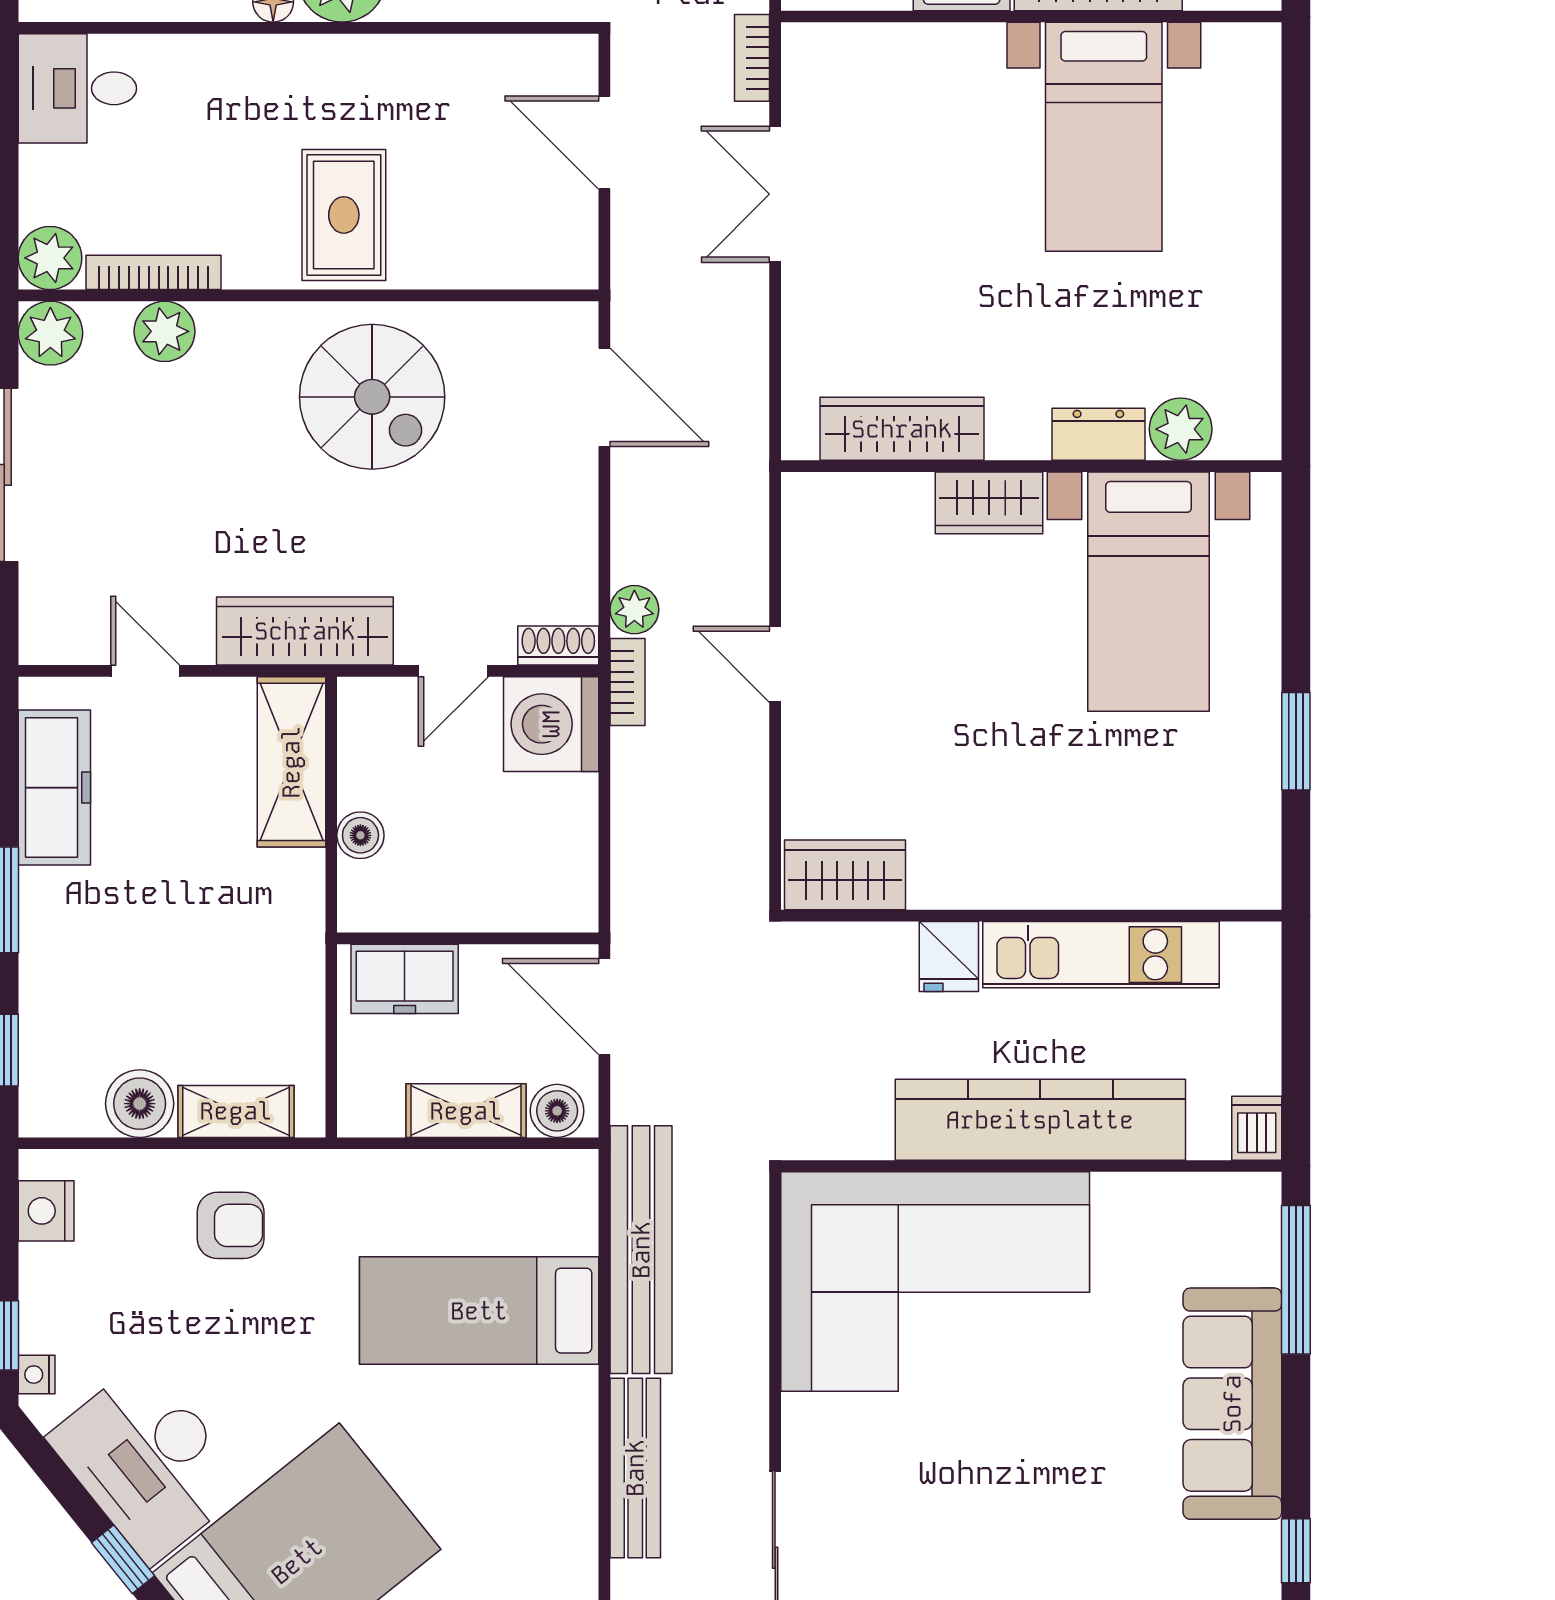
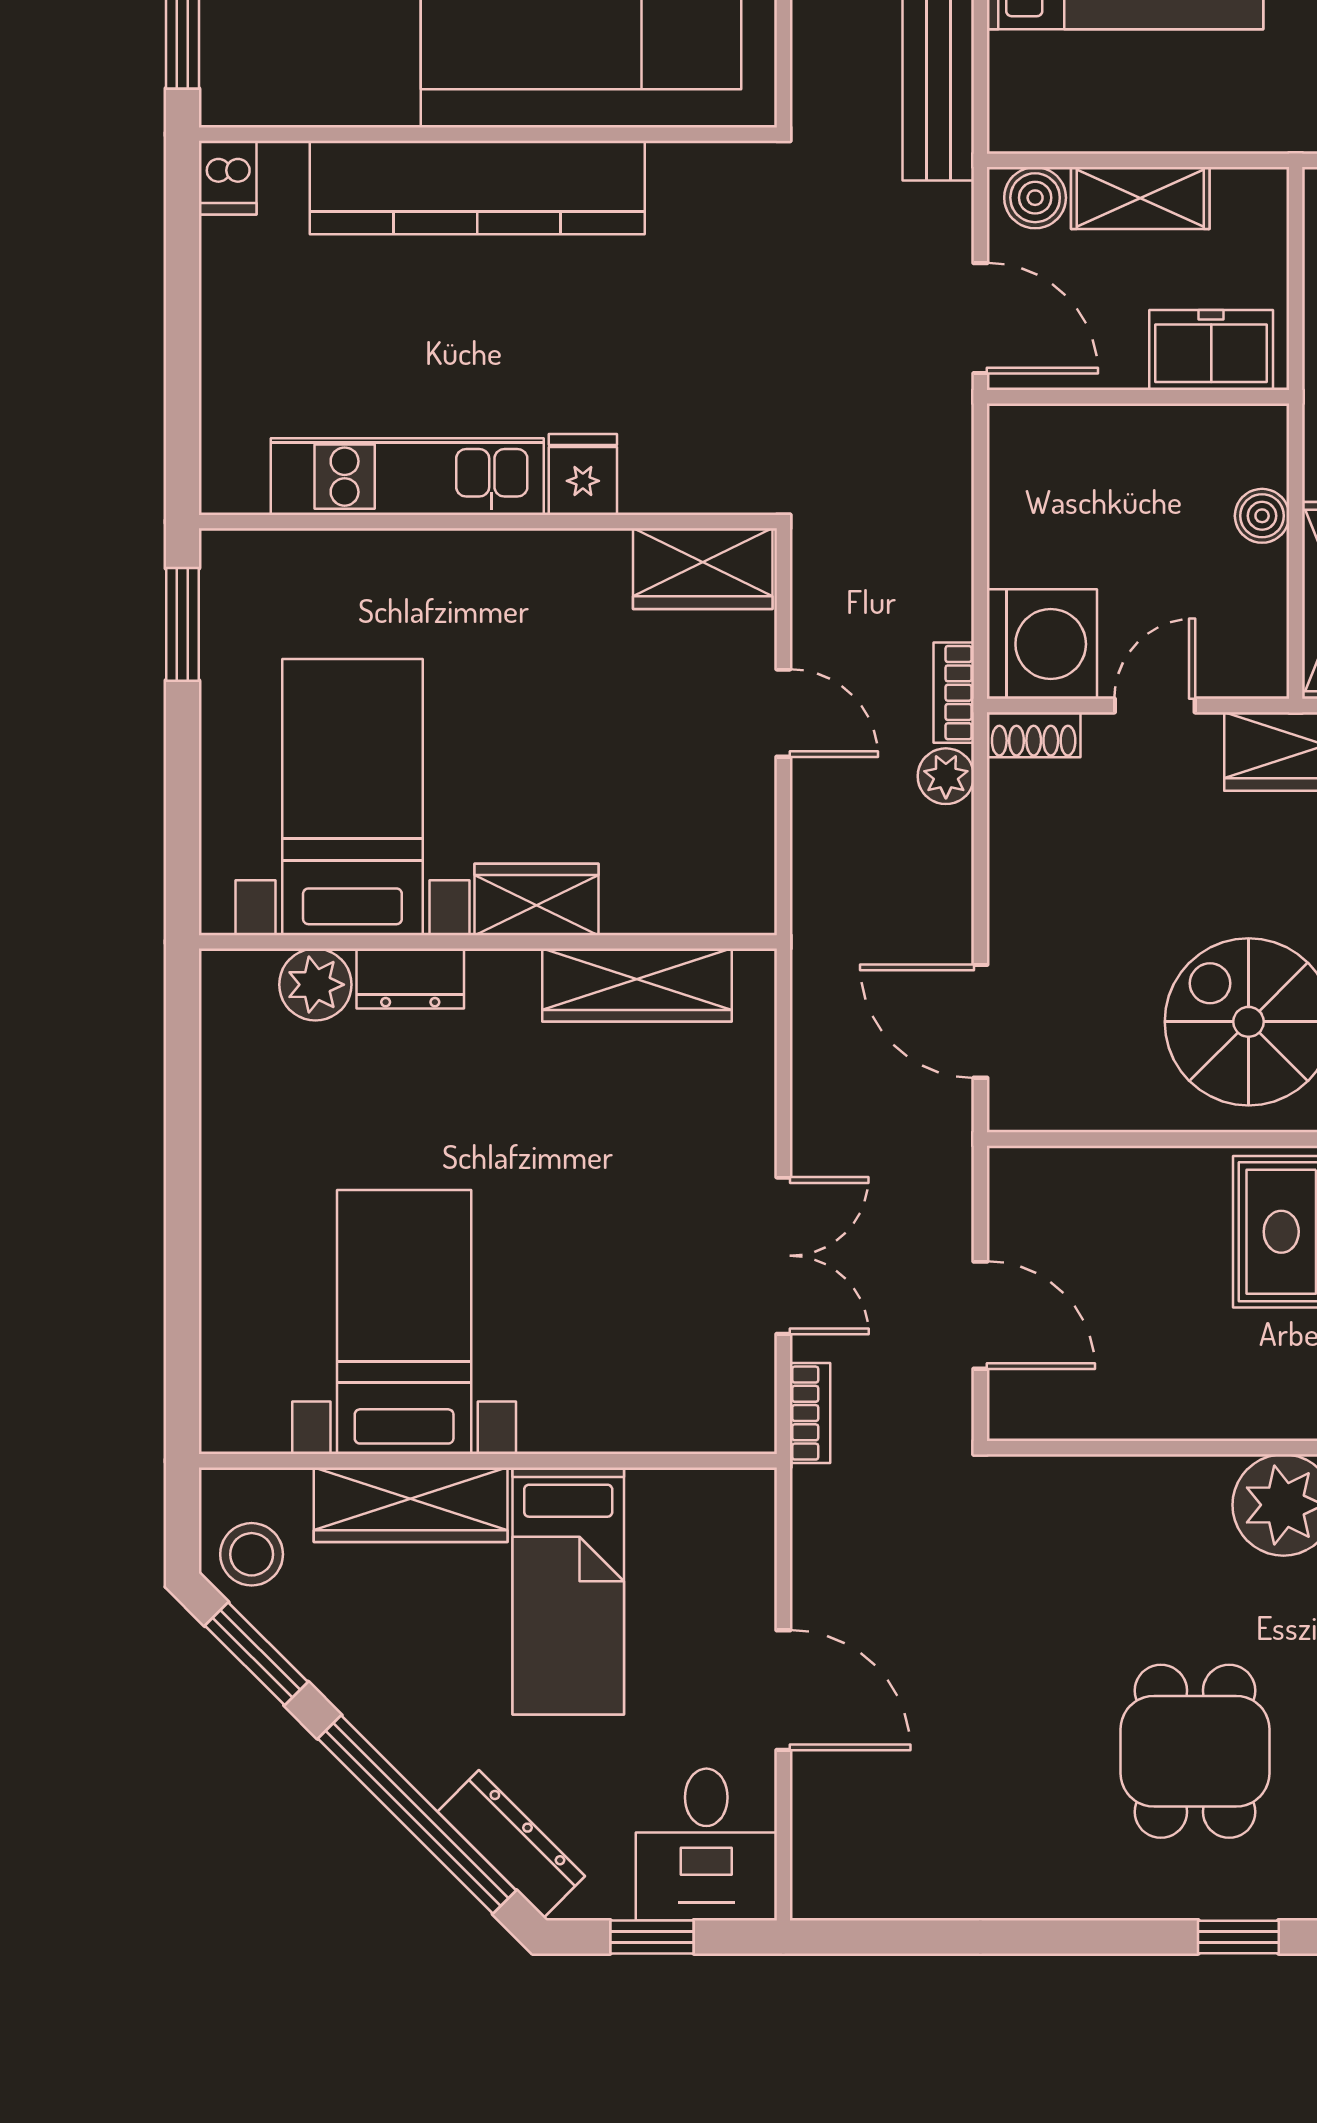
wardrobe: (845, 875) -> (703, 569), moved
wall: (1031, 916) -> (488, 522), moved
kitchen unit: (1101, 955) -> (407, 477), moved
fridge: (949, 956) -> (583, 474), moved

